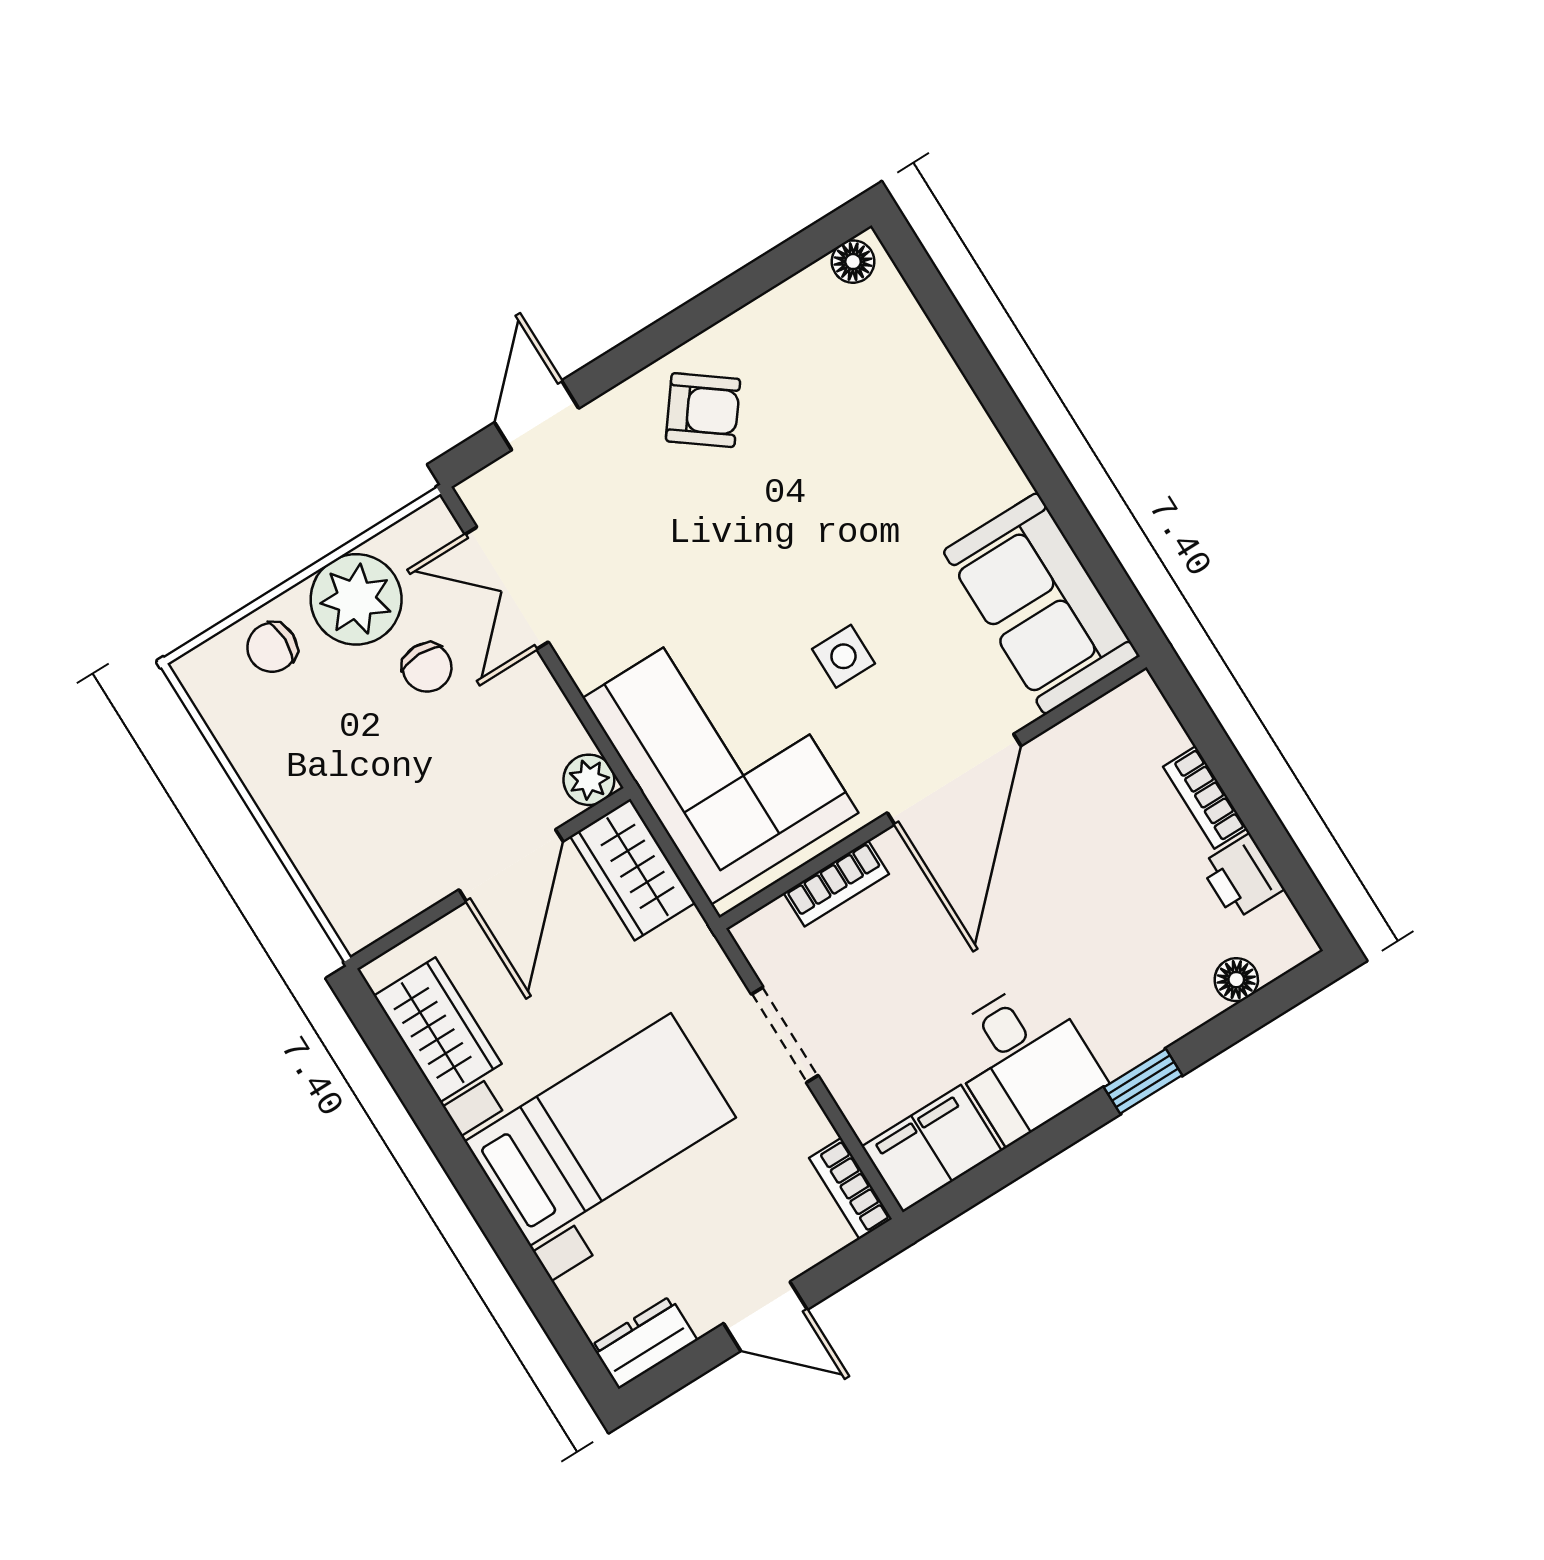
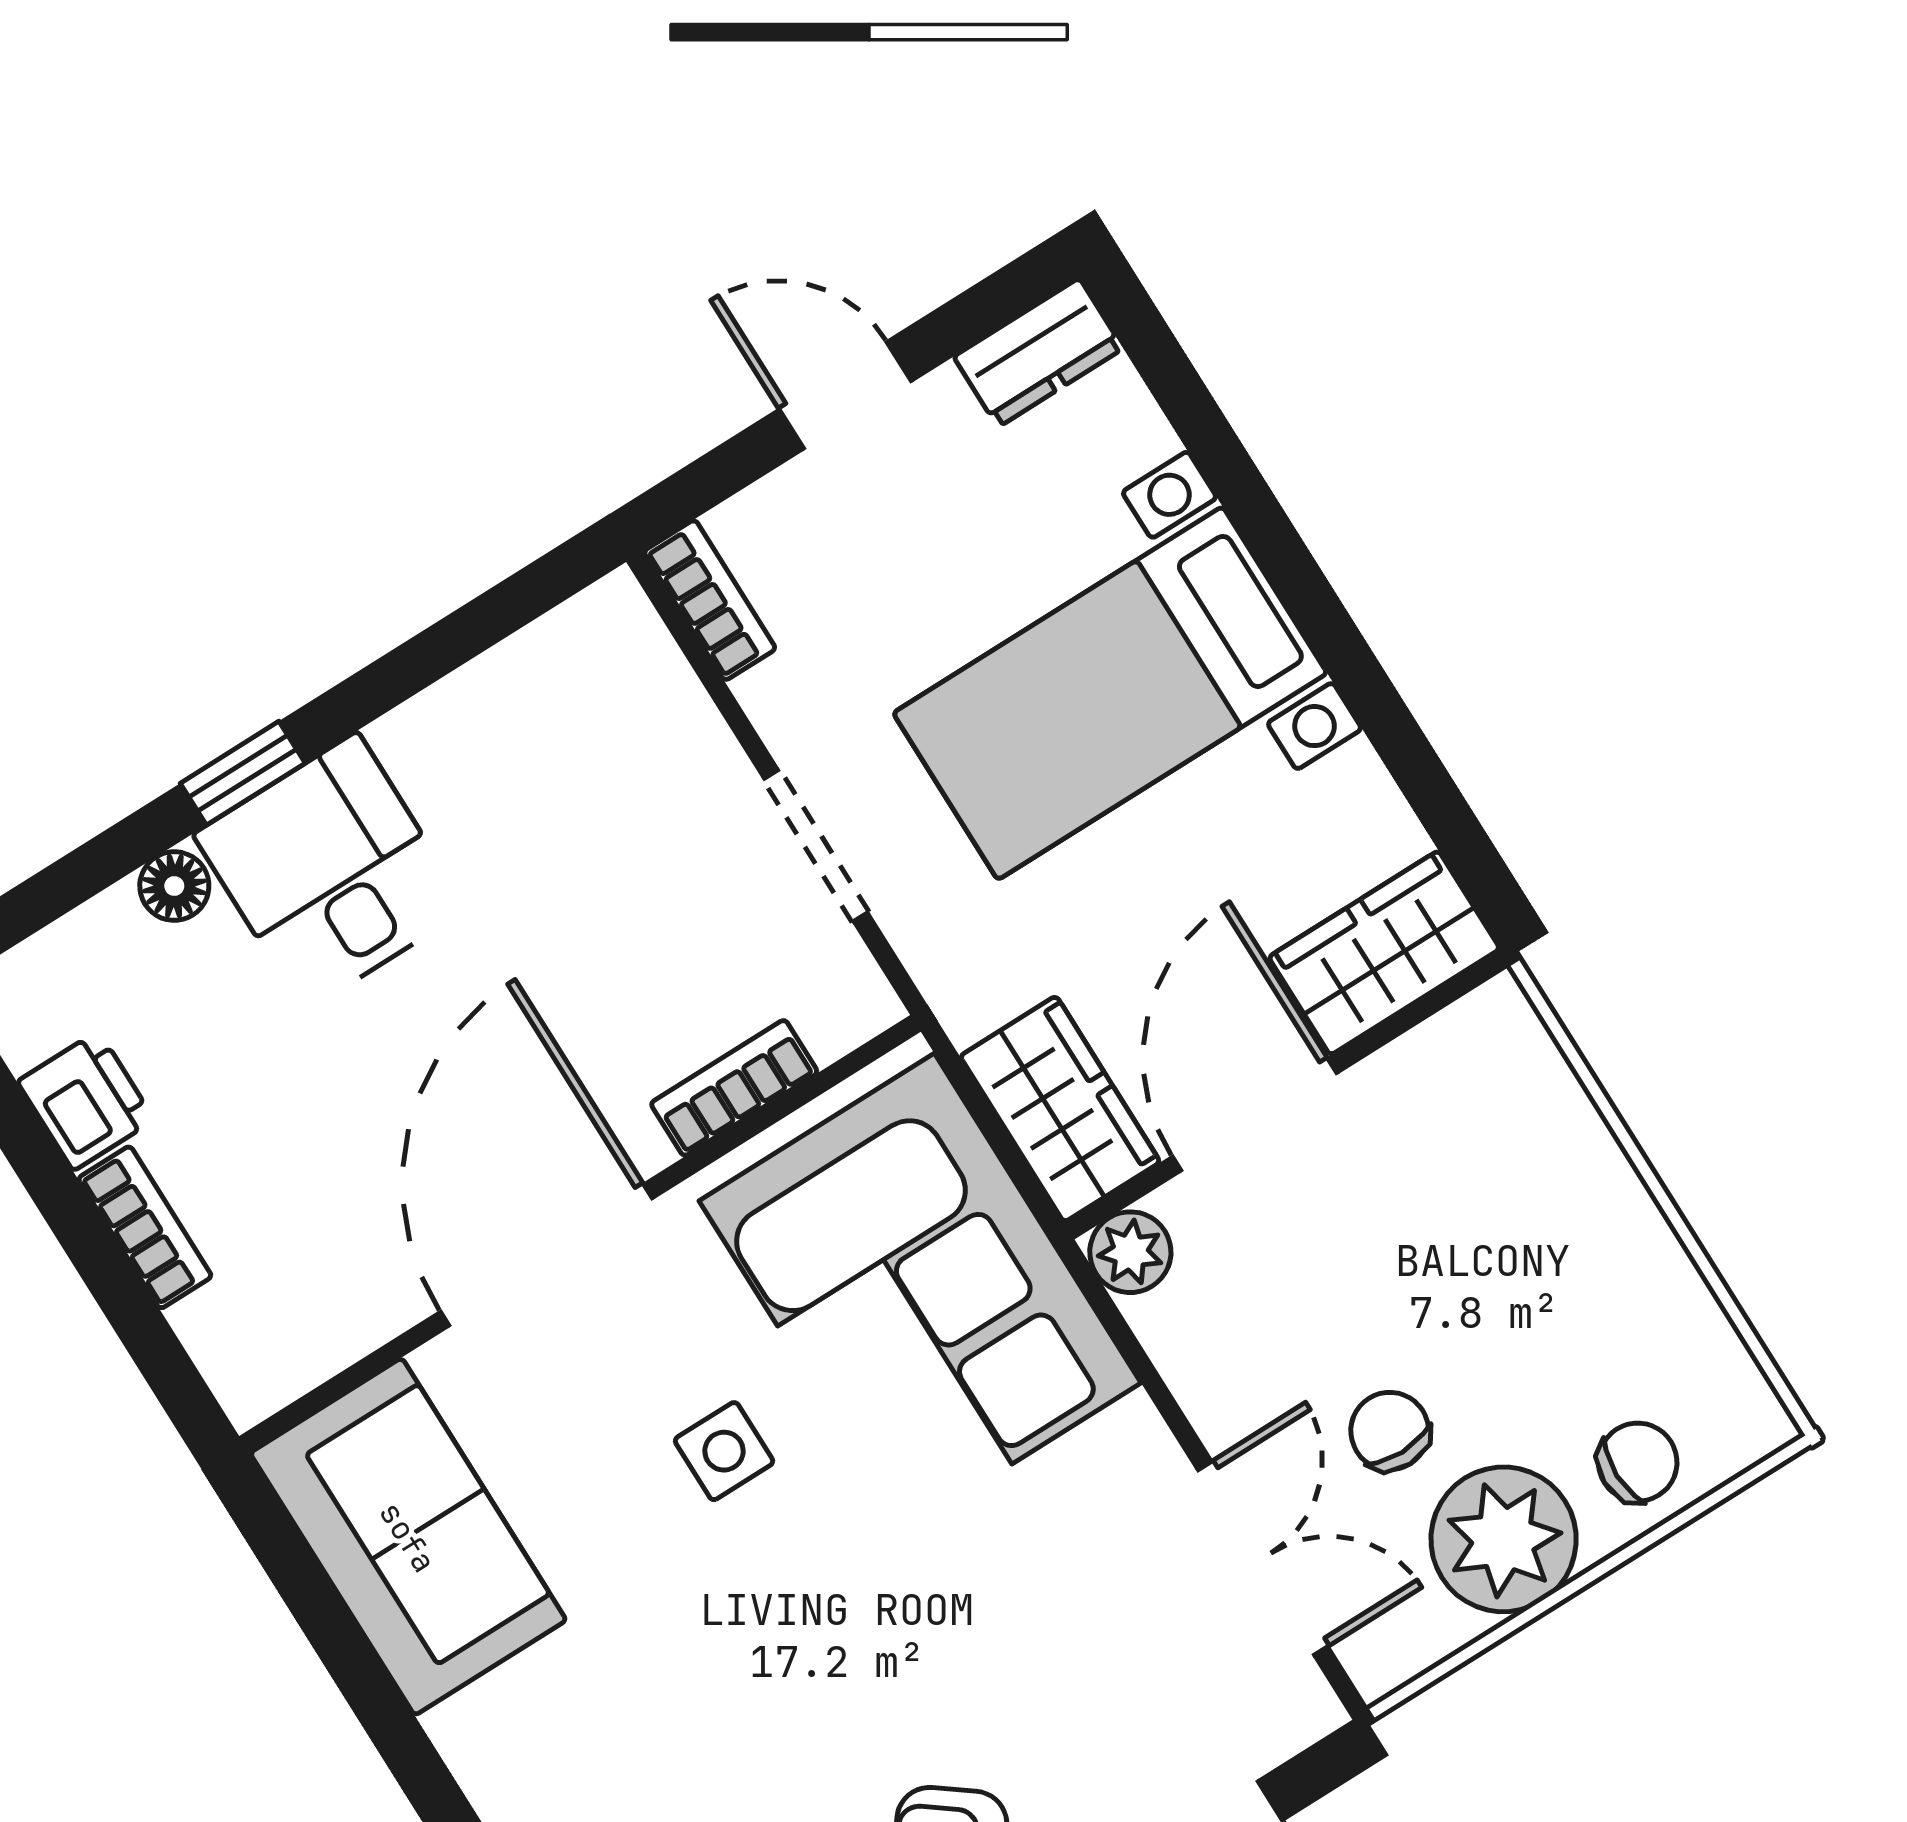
floor lamp: (1236, 980) -> (174, 886), moved
wardrobe: (438, 1030) -> (1384, 953), moved, turned 90
desk: (1023, 1060) -> (331, 872), moved
filing cabinet: (932, 1149) -> (580, 664), removed

